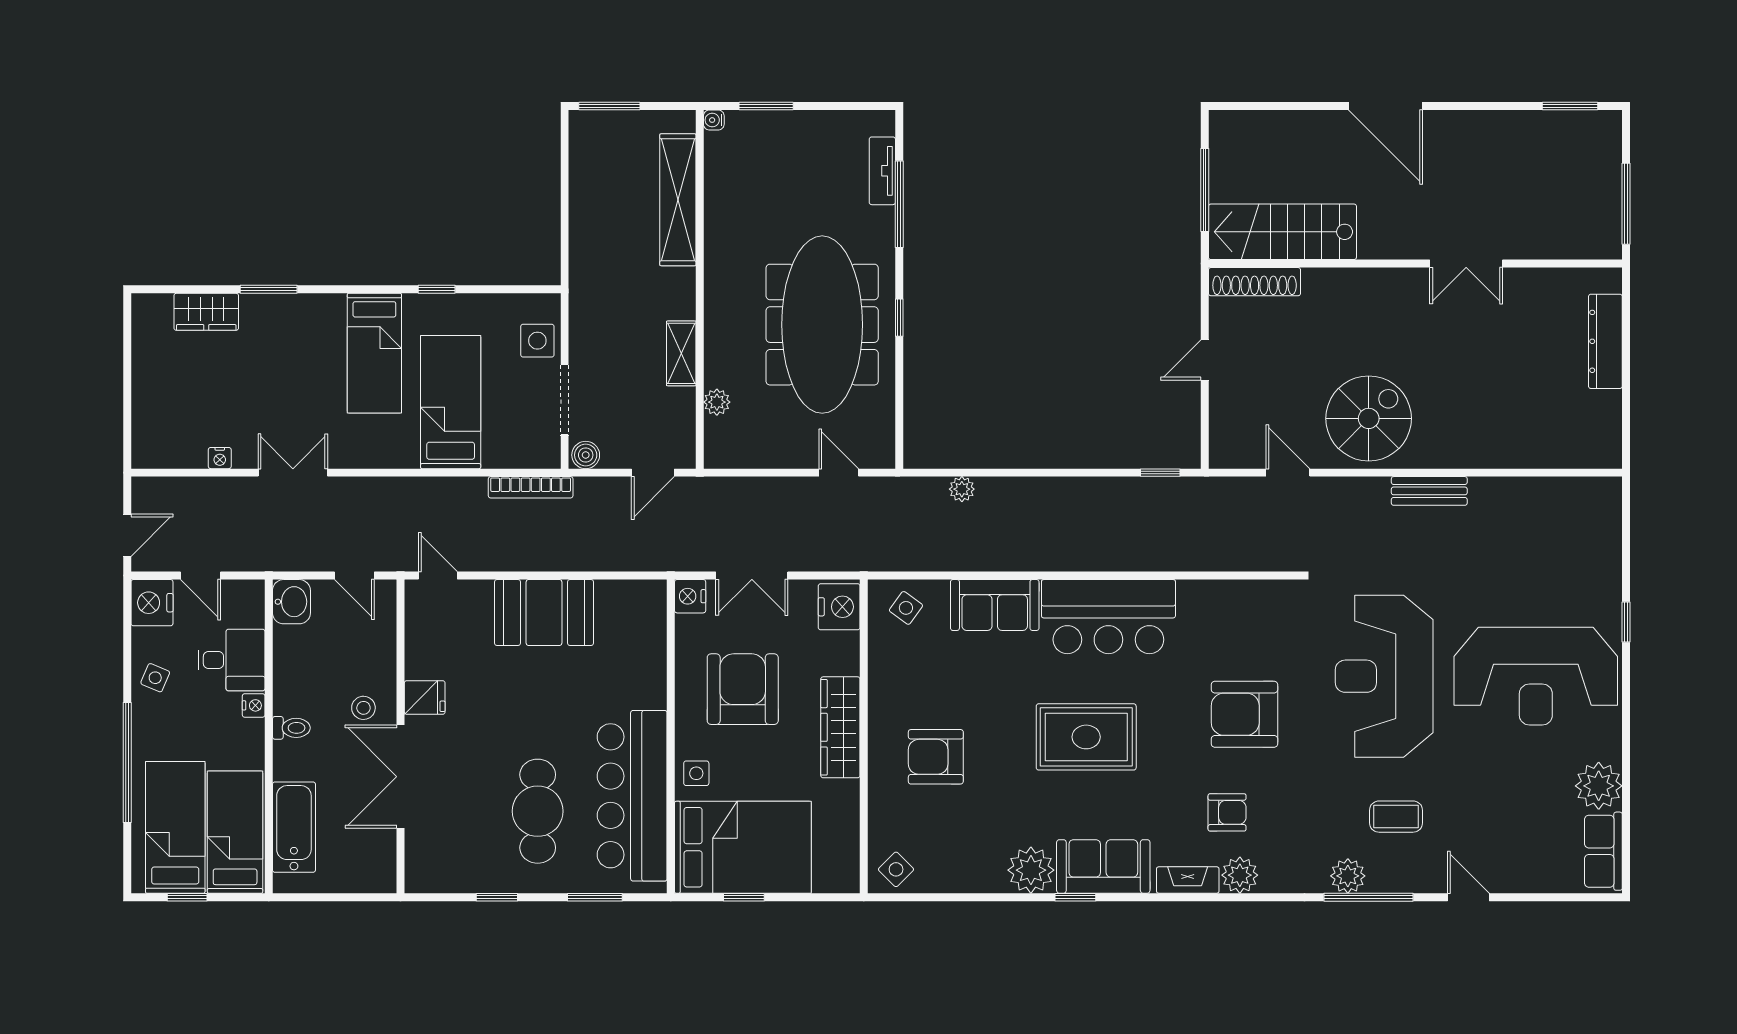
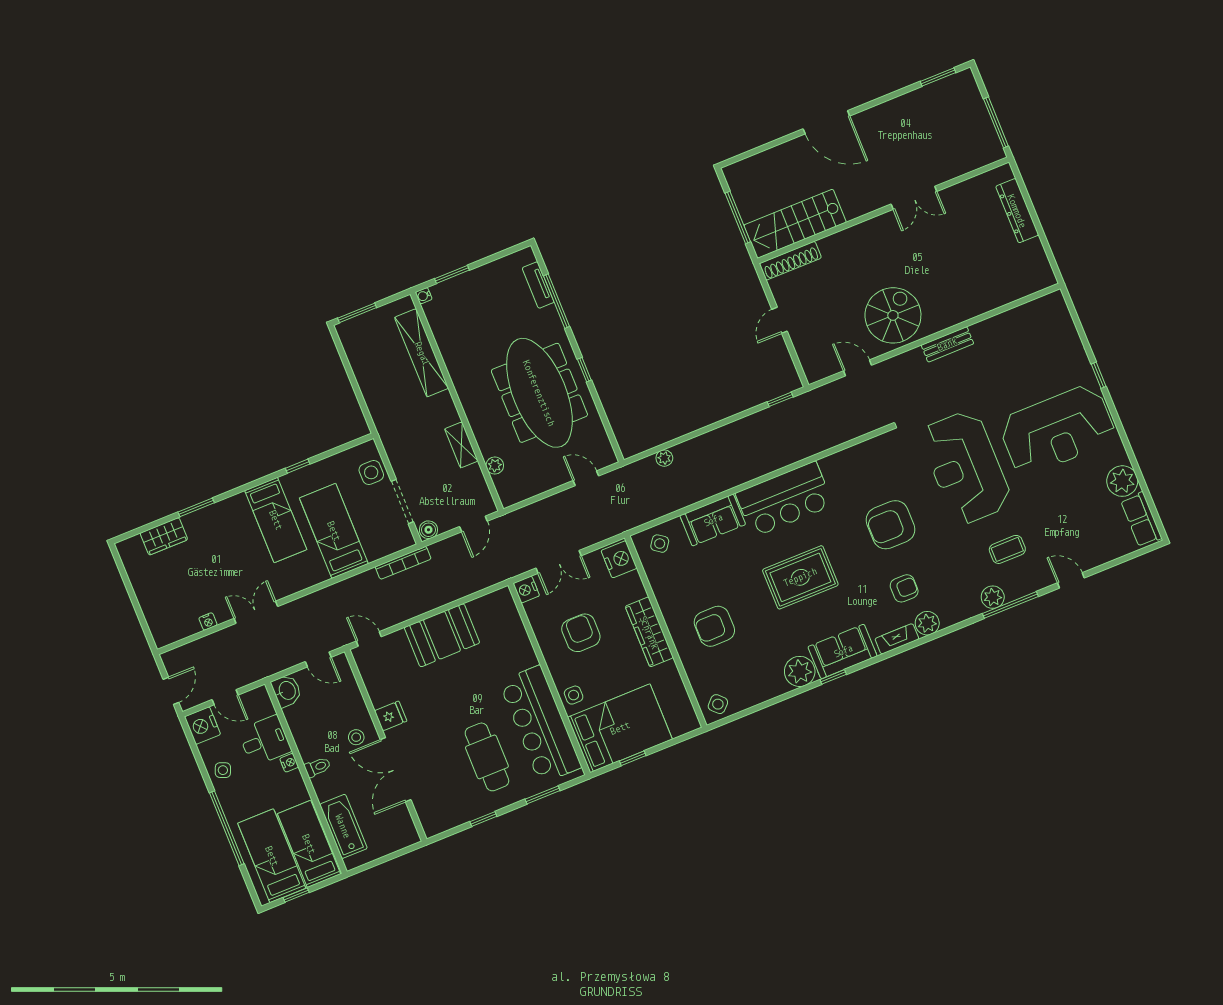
armchair: (743, 689) -> (581, 633), width x0.73, depth x0.73

